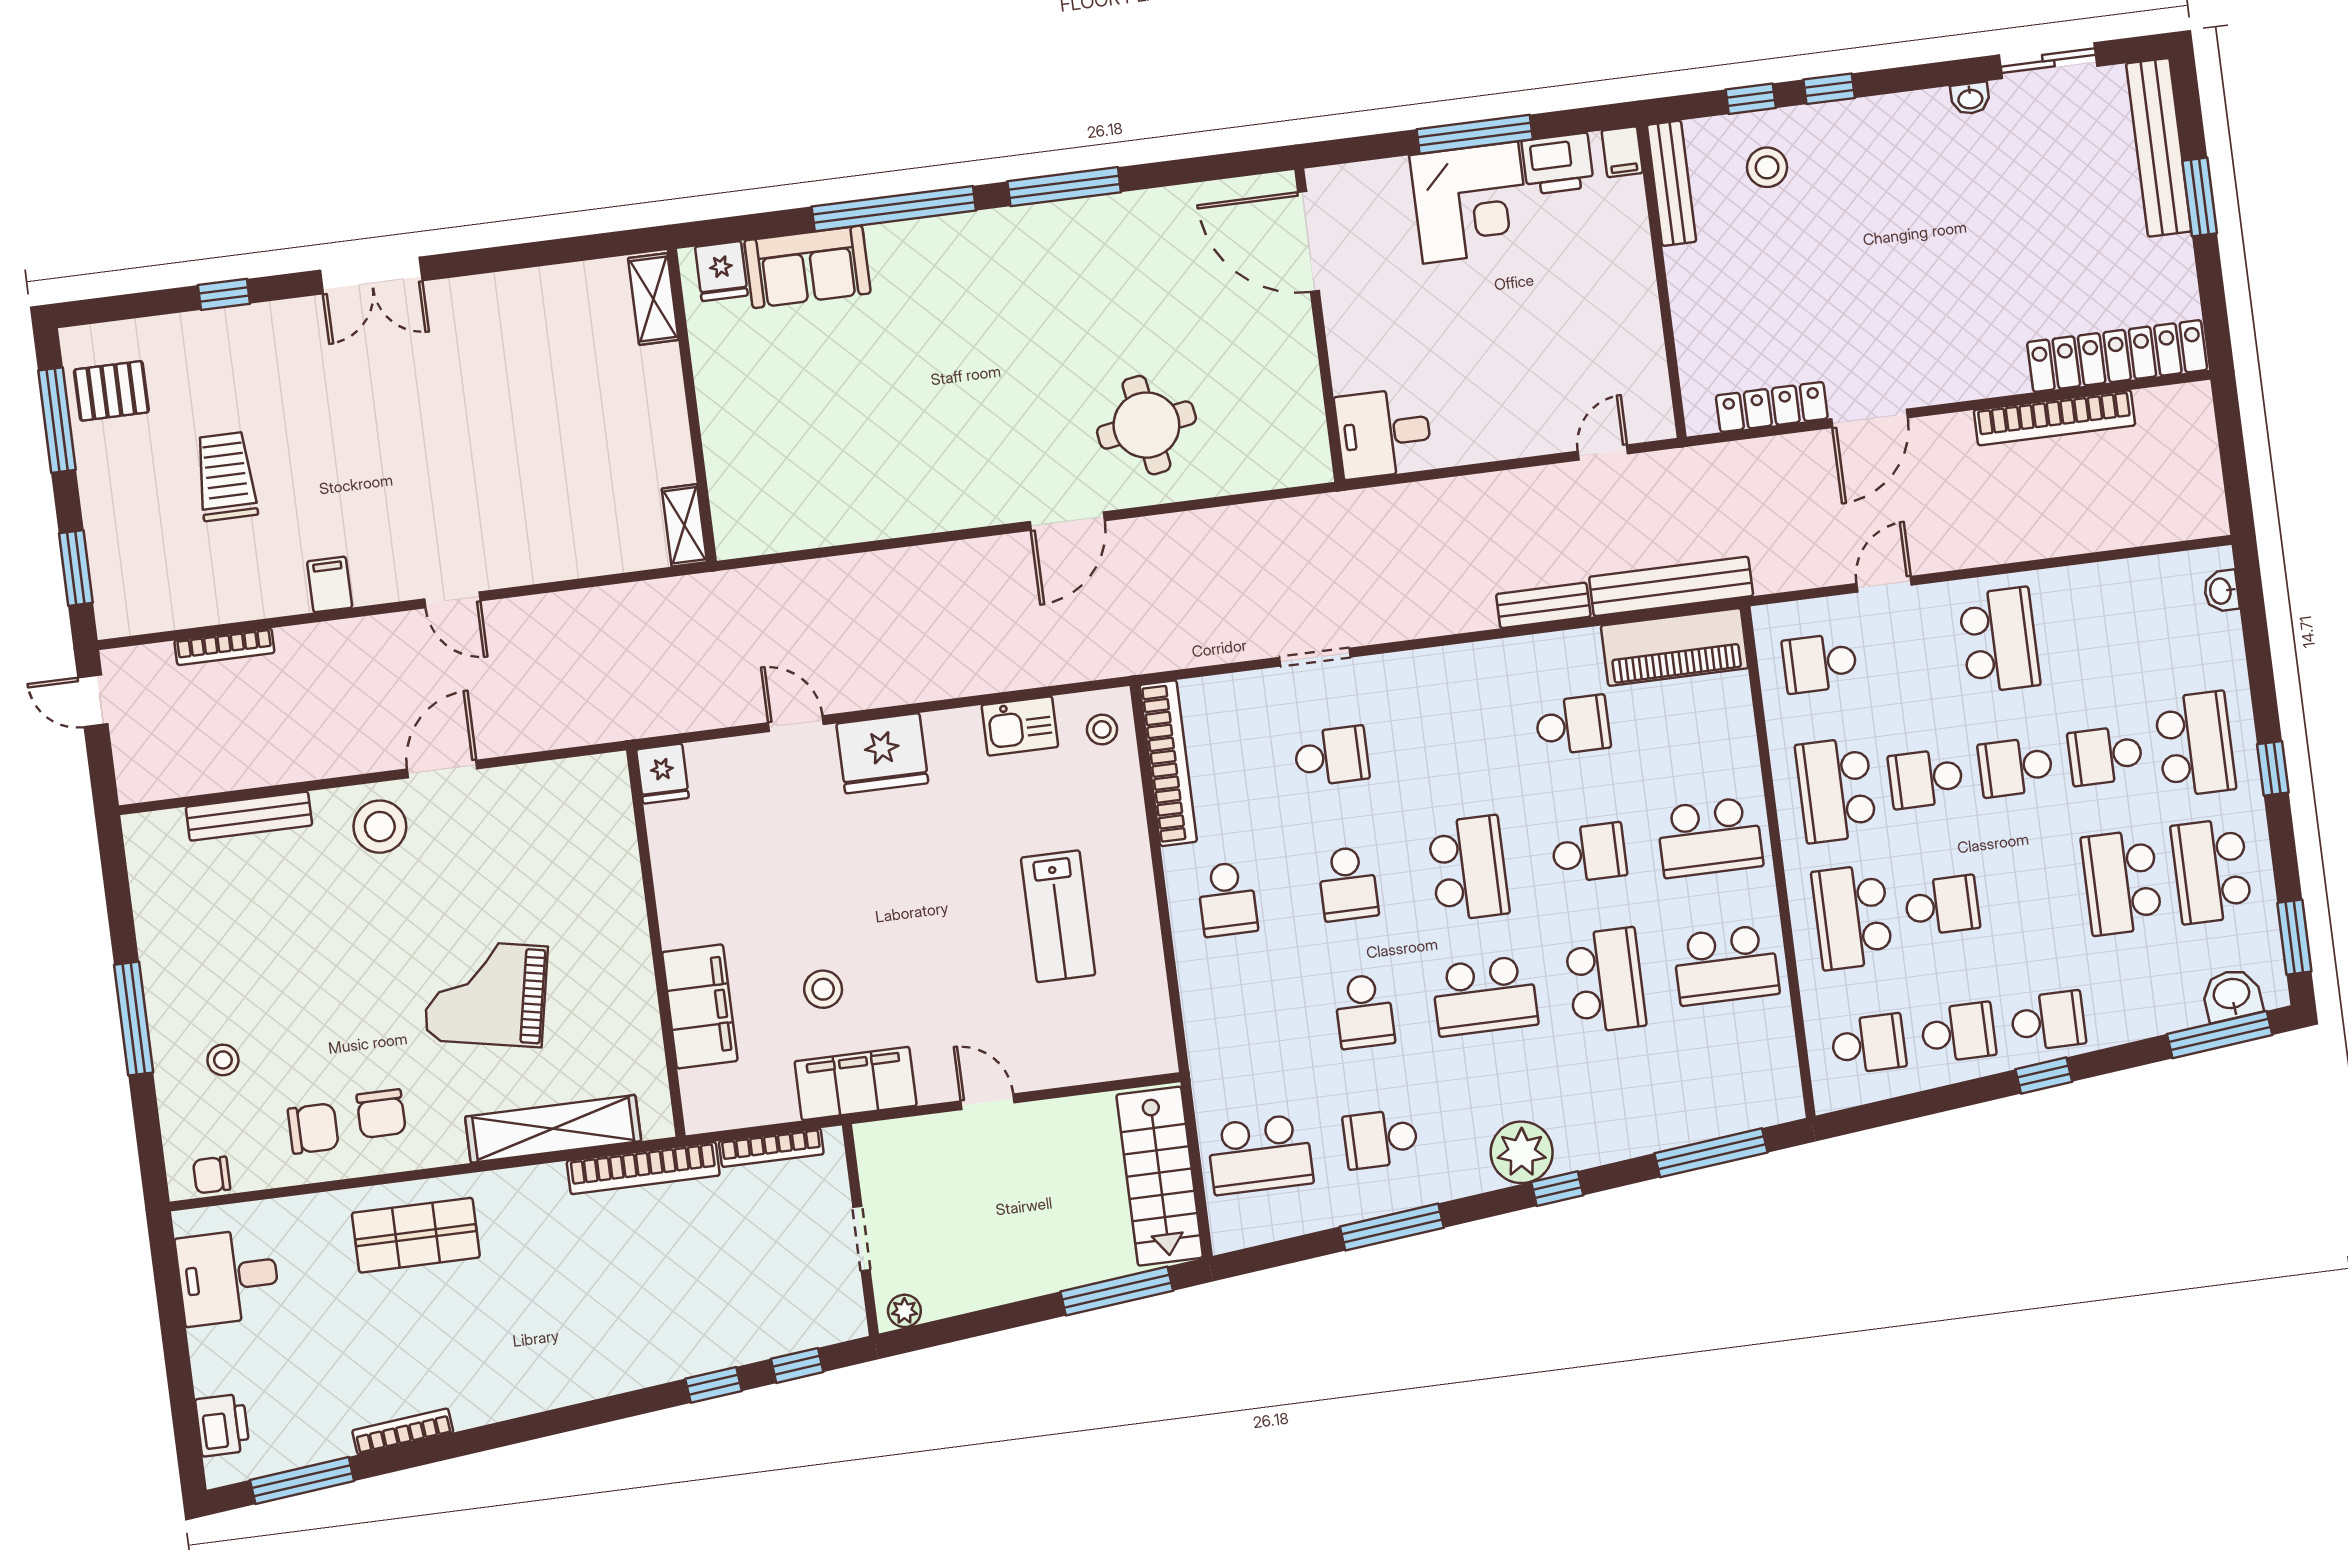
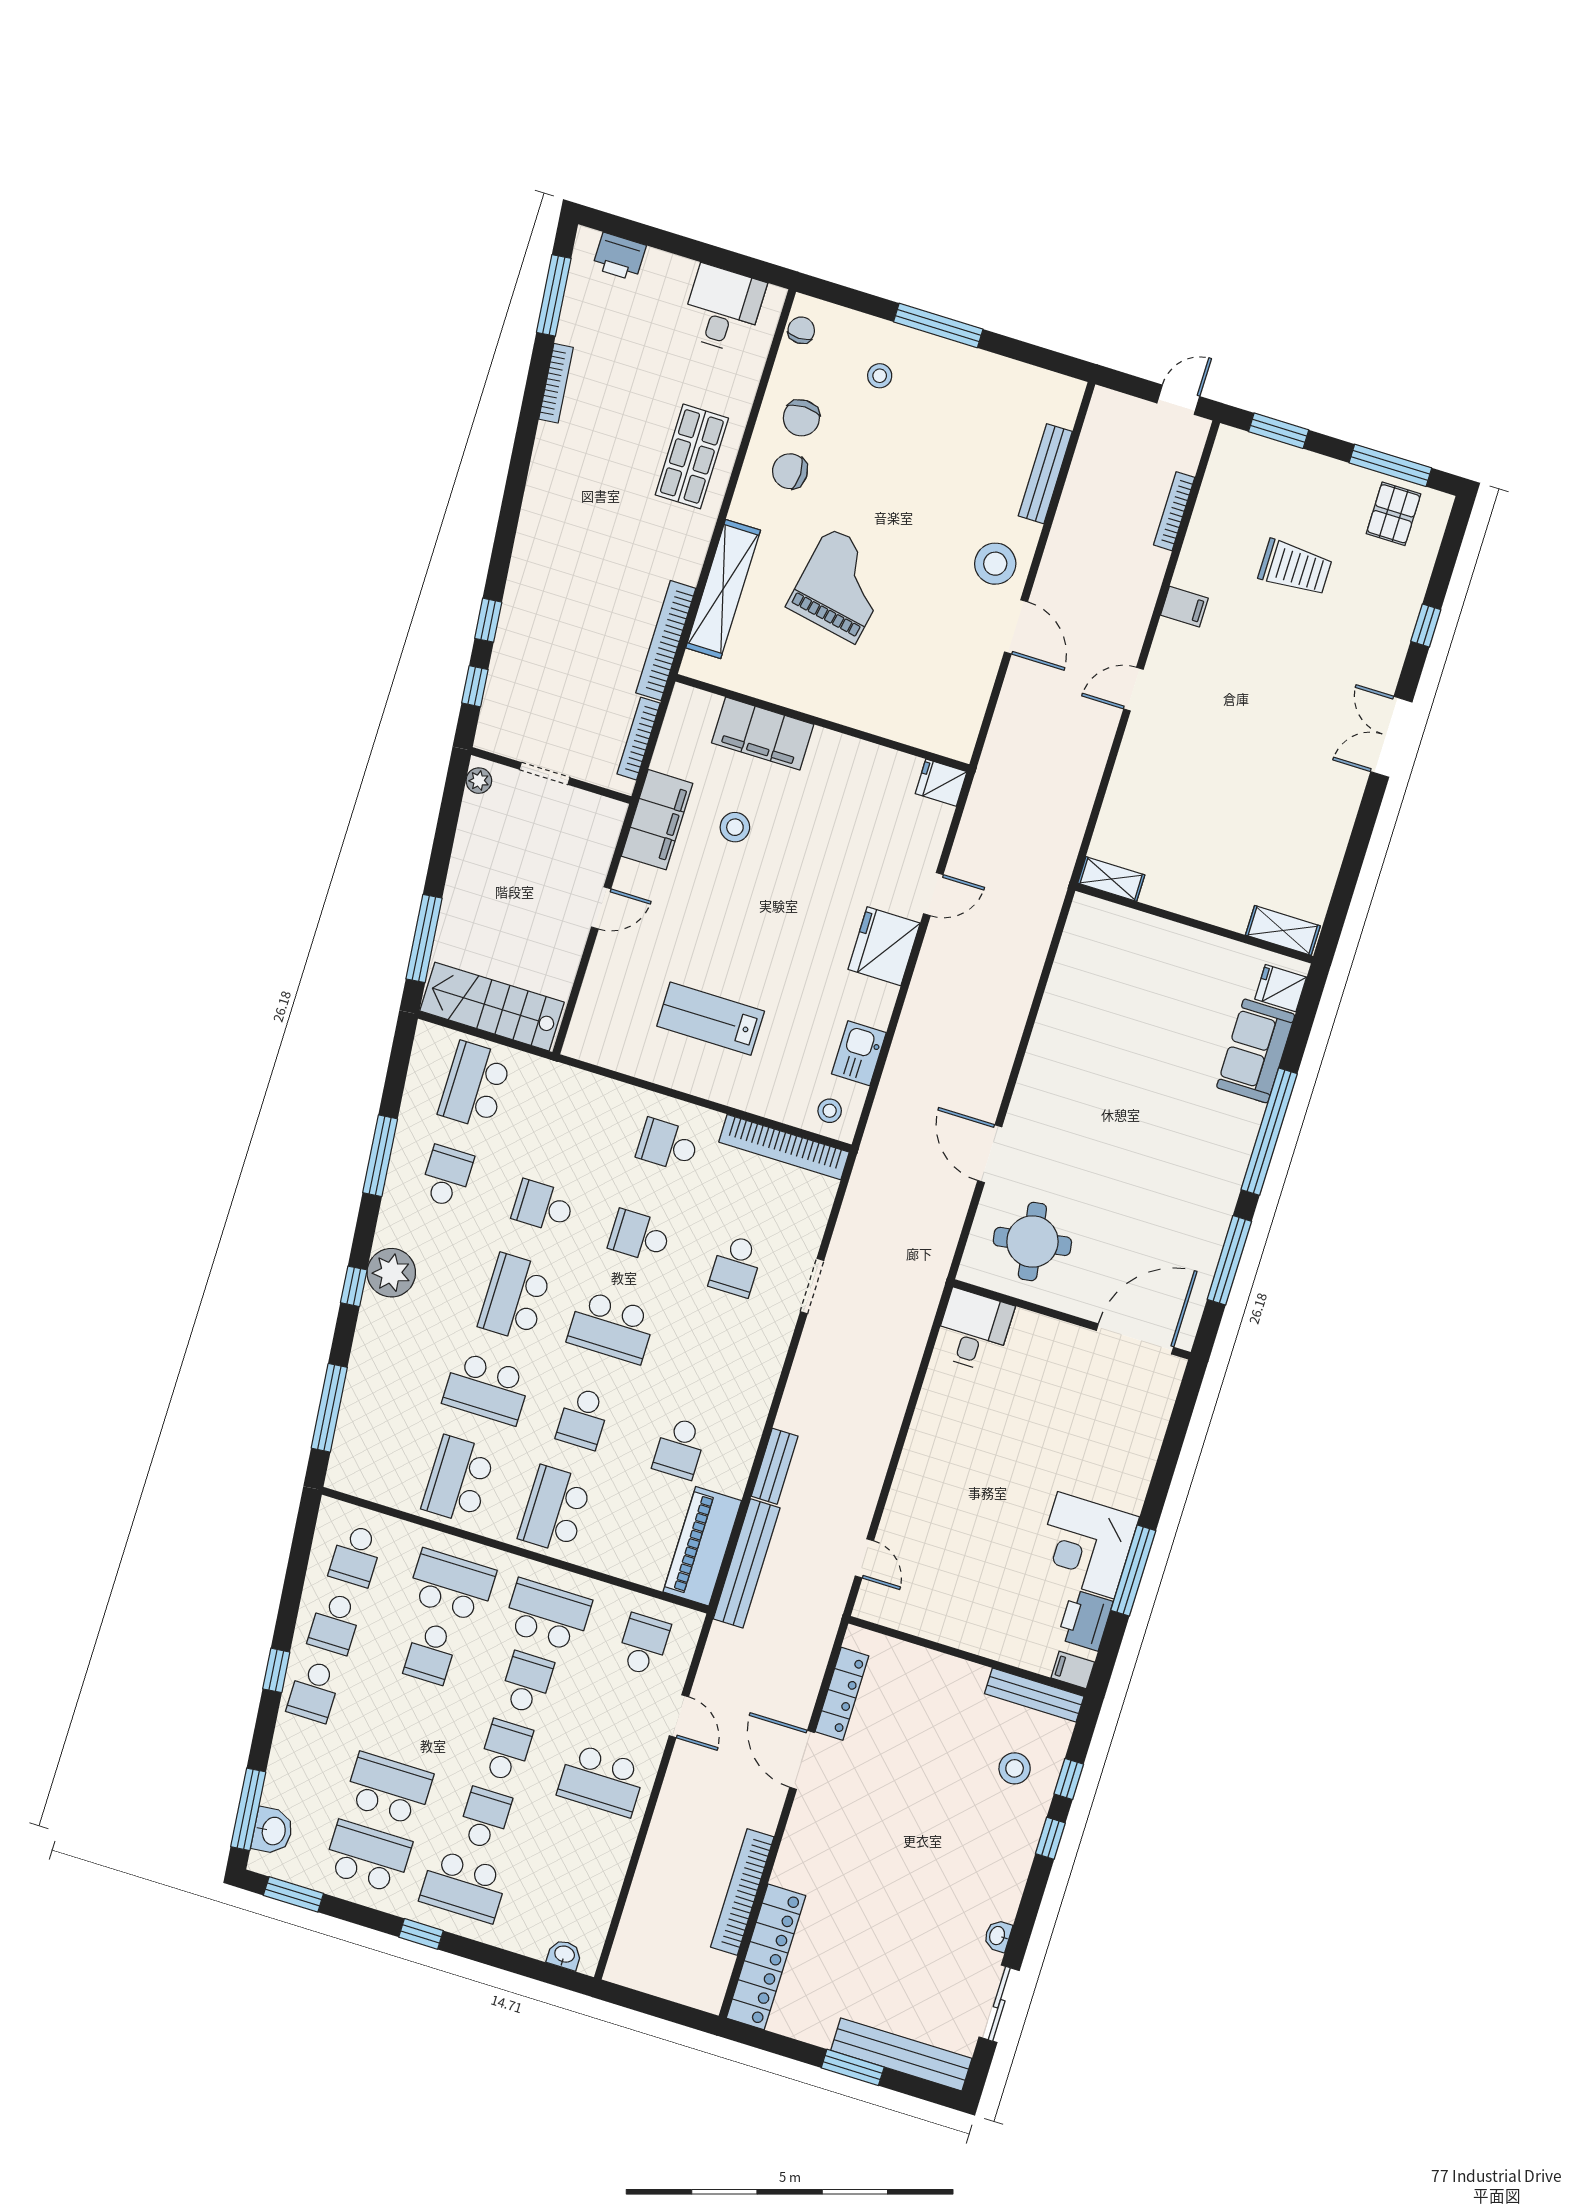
door: (1308, 241) -> (1135, 1339), moved
wall: (1319, 325) -> (1072, 1319), moved
desk: (1384, 433) -> (974, 1330), moved

